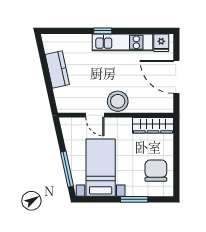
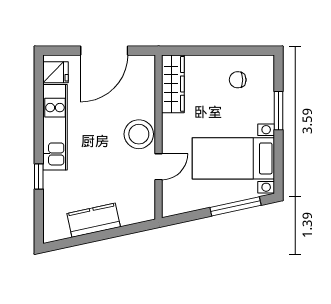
window: (103, 31) -> (39, 176), moved
chair: (156, 171) -> (238, 80), width x0.54, depth x0.54

